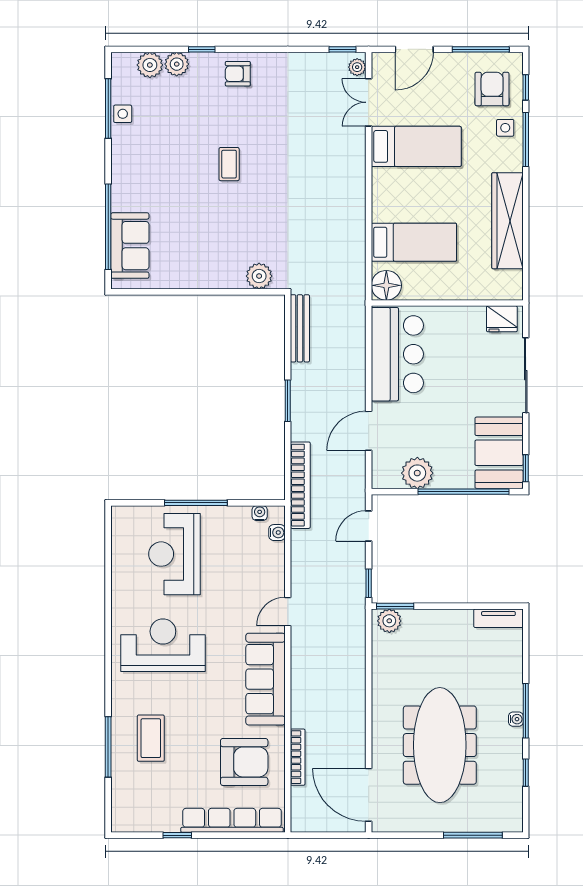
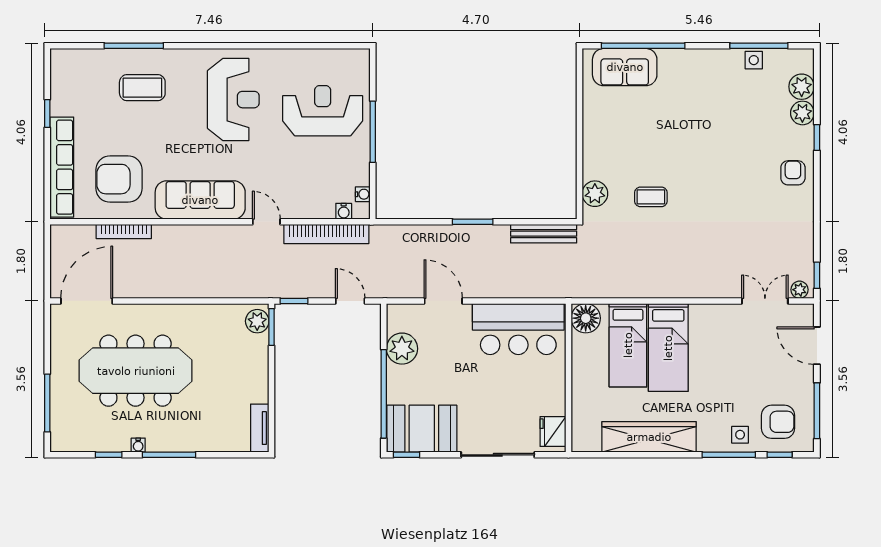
bed: (416, 146) -> (668, 348), moved
coffee table: (229, 164) -> (651, 197), moved
bookcase: (300, 485) -> (326, 234), moved
water cooler: (516, 719) -> (138, 445), moved
armchair: (244, 762) -> (119, 179), turned 90

